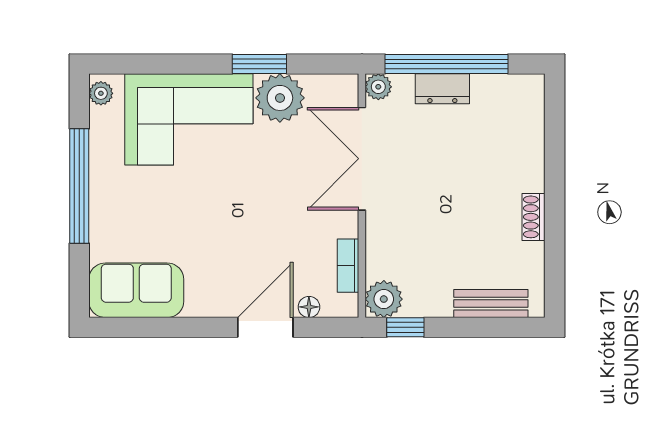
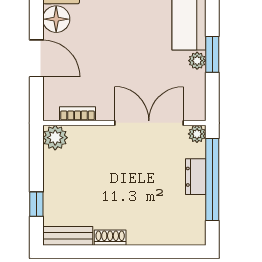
plant: (280, 98) -> (197, 61), width x0.53, depth x0.53
bench: (491, 304) -> (68, 236), moved, turned 90
floor lamp: (309, 307) -> (56, 19), moved, width x1.89, depth x1.89
window: (405, 327) -> (36, 204), moved

